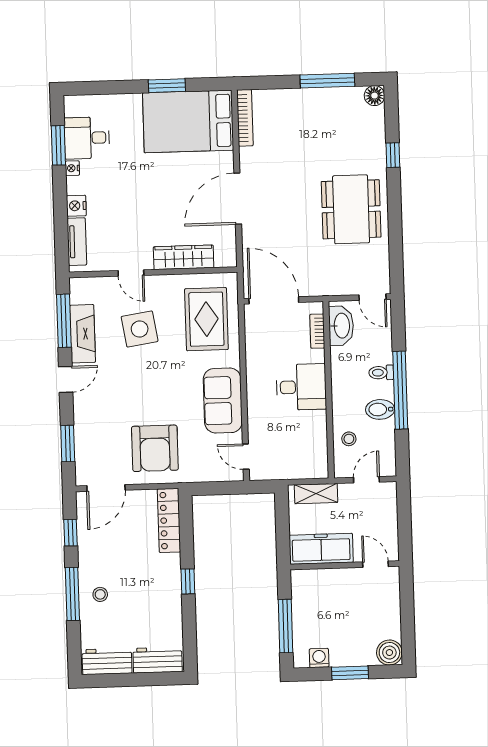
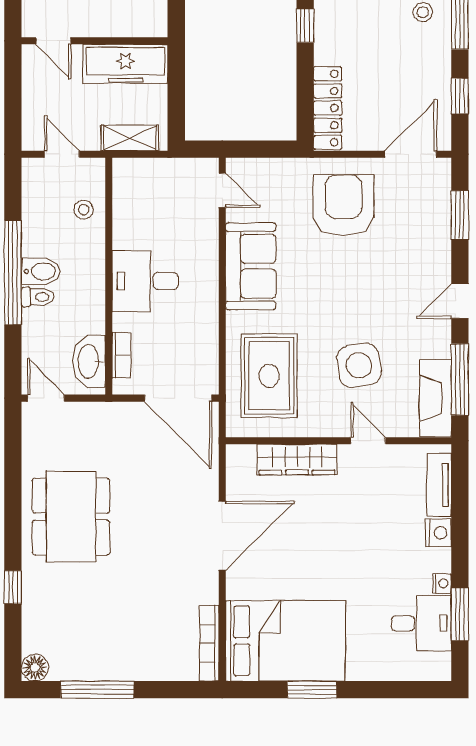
fireplace: (83, 334) -> (435, 398), moved
bidet: (380, 409) -> (41, 271), moved
door: (366, 480) -> (62, 154), swing flipped

